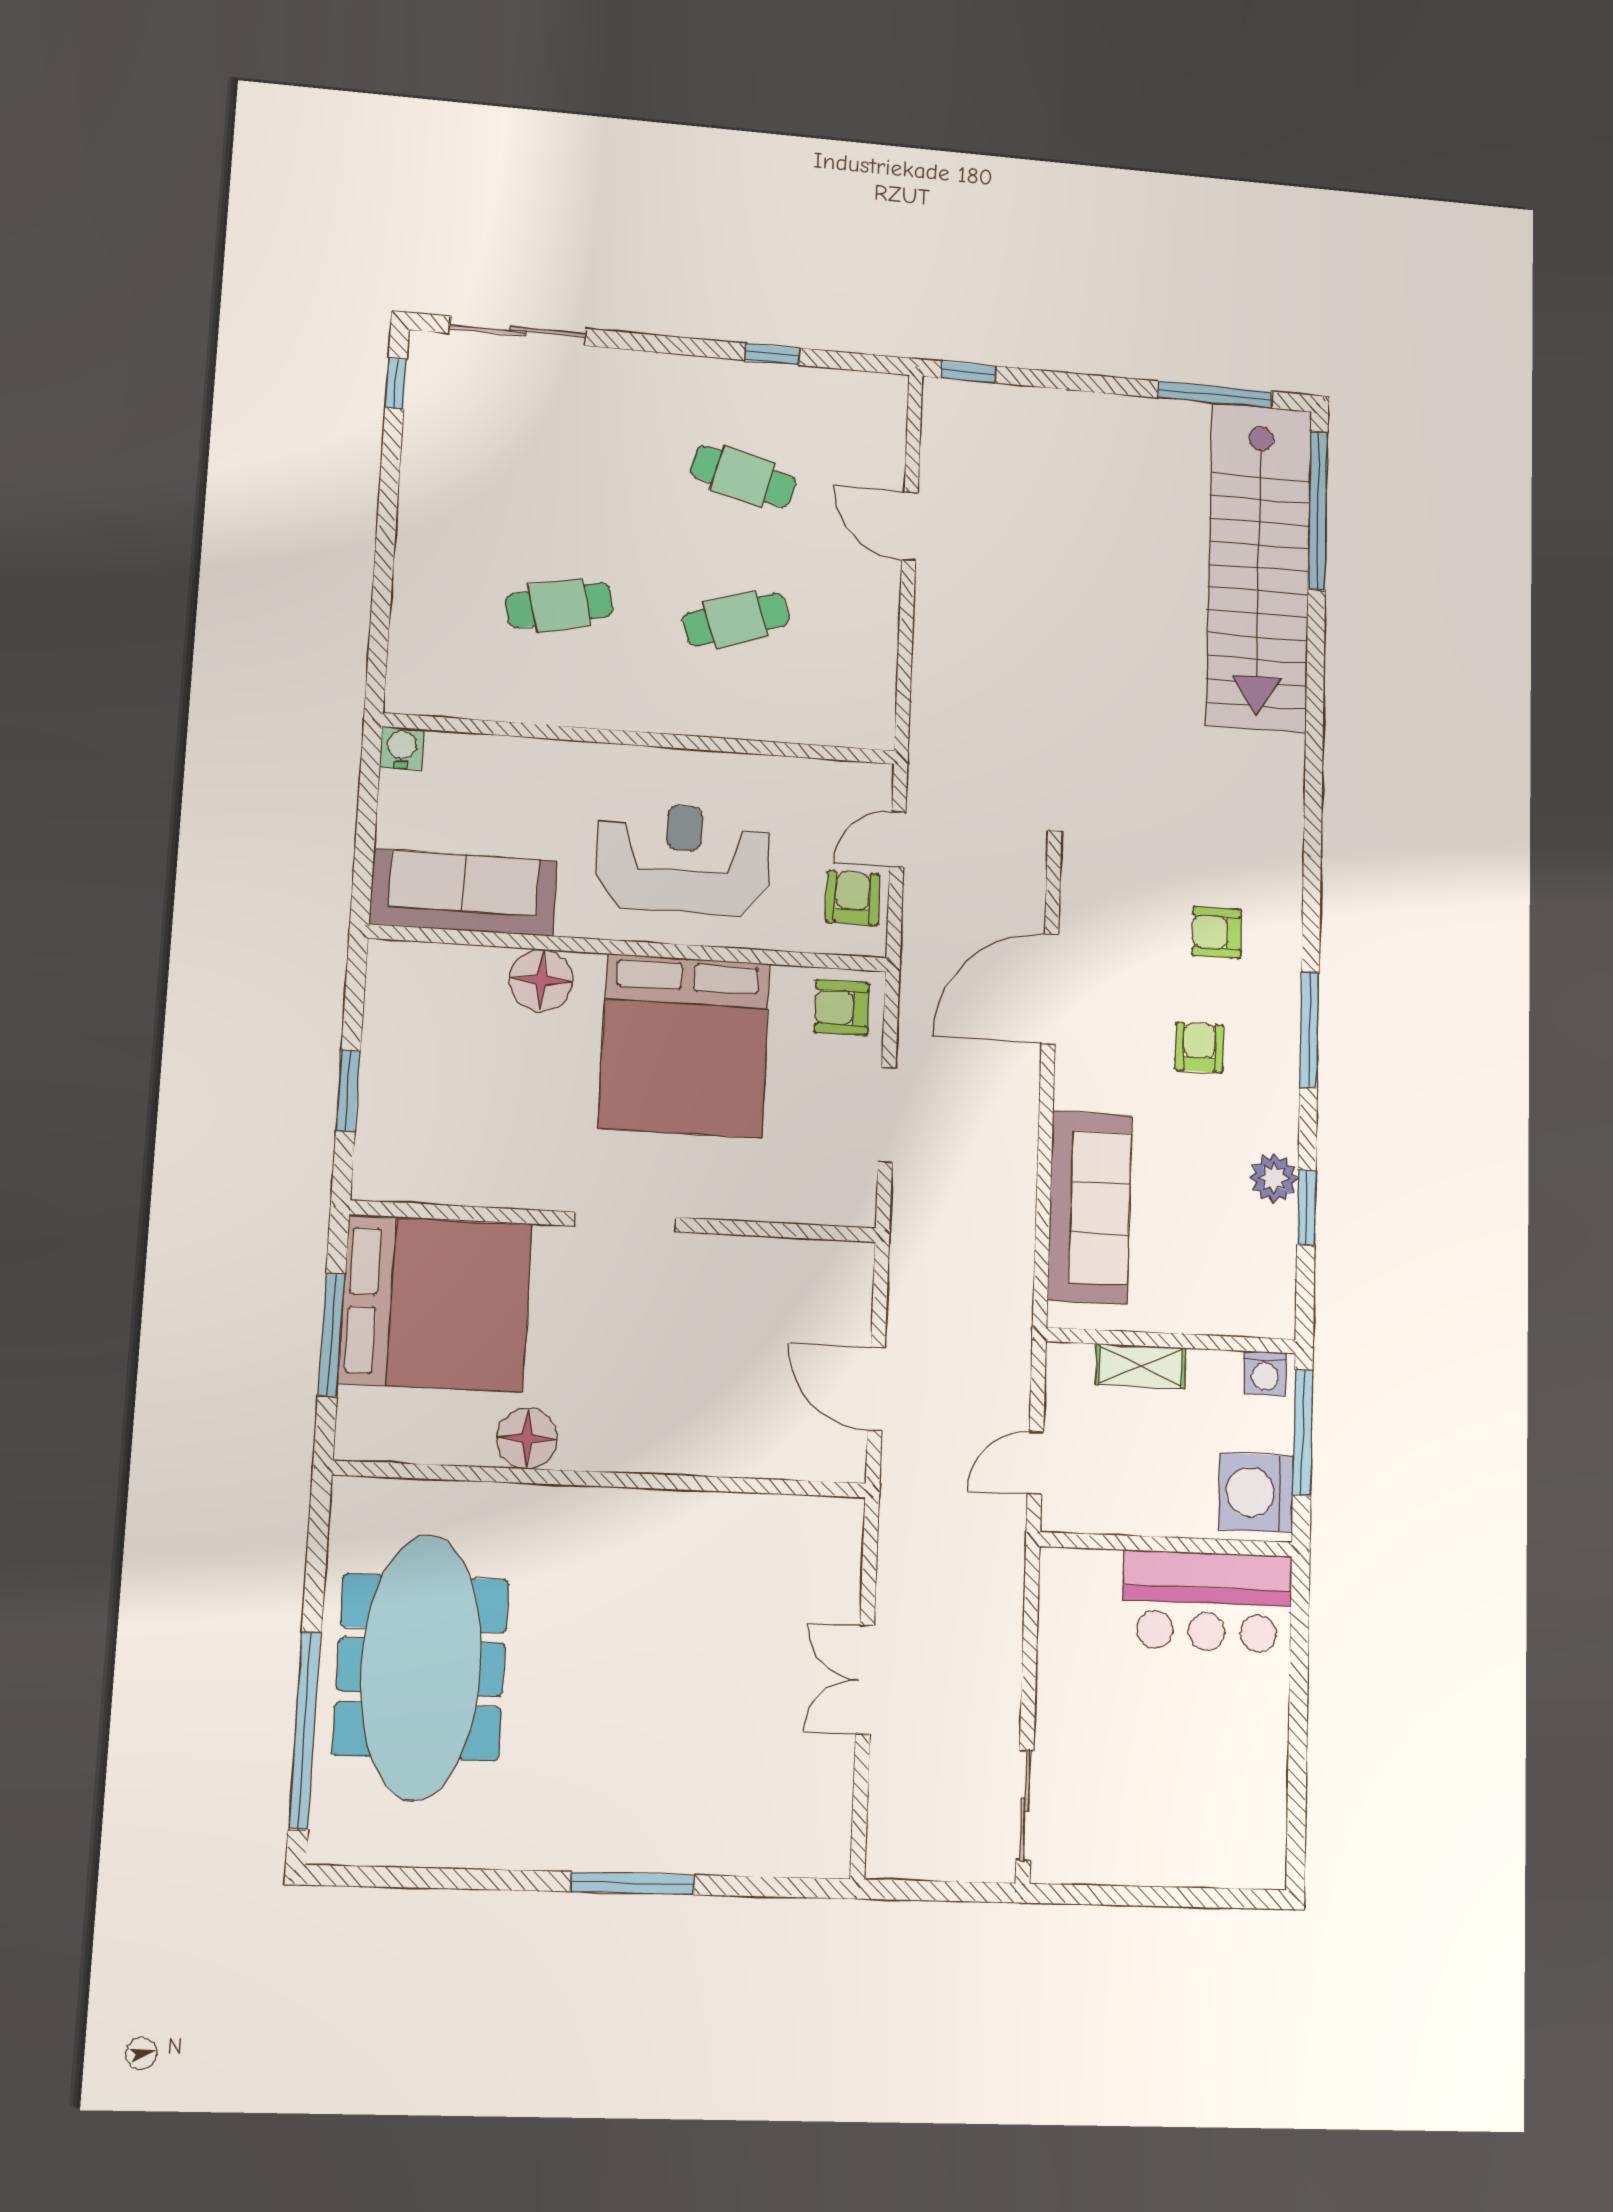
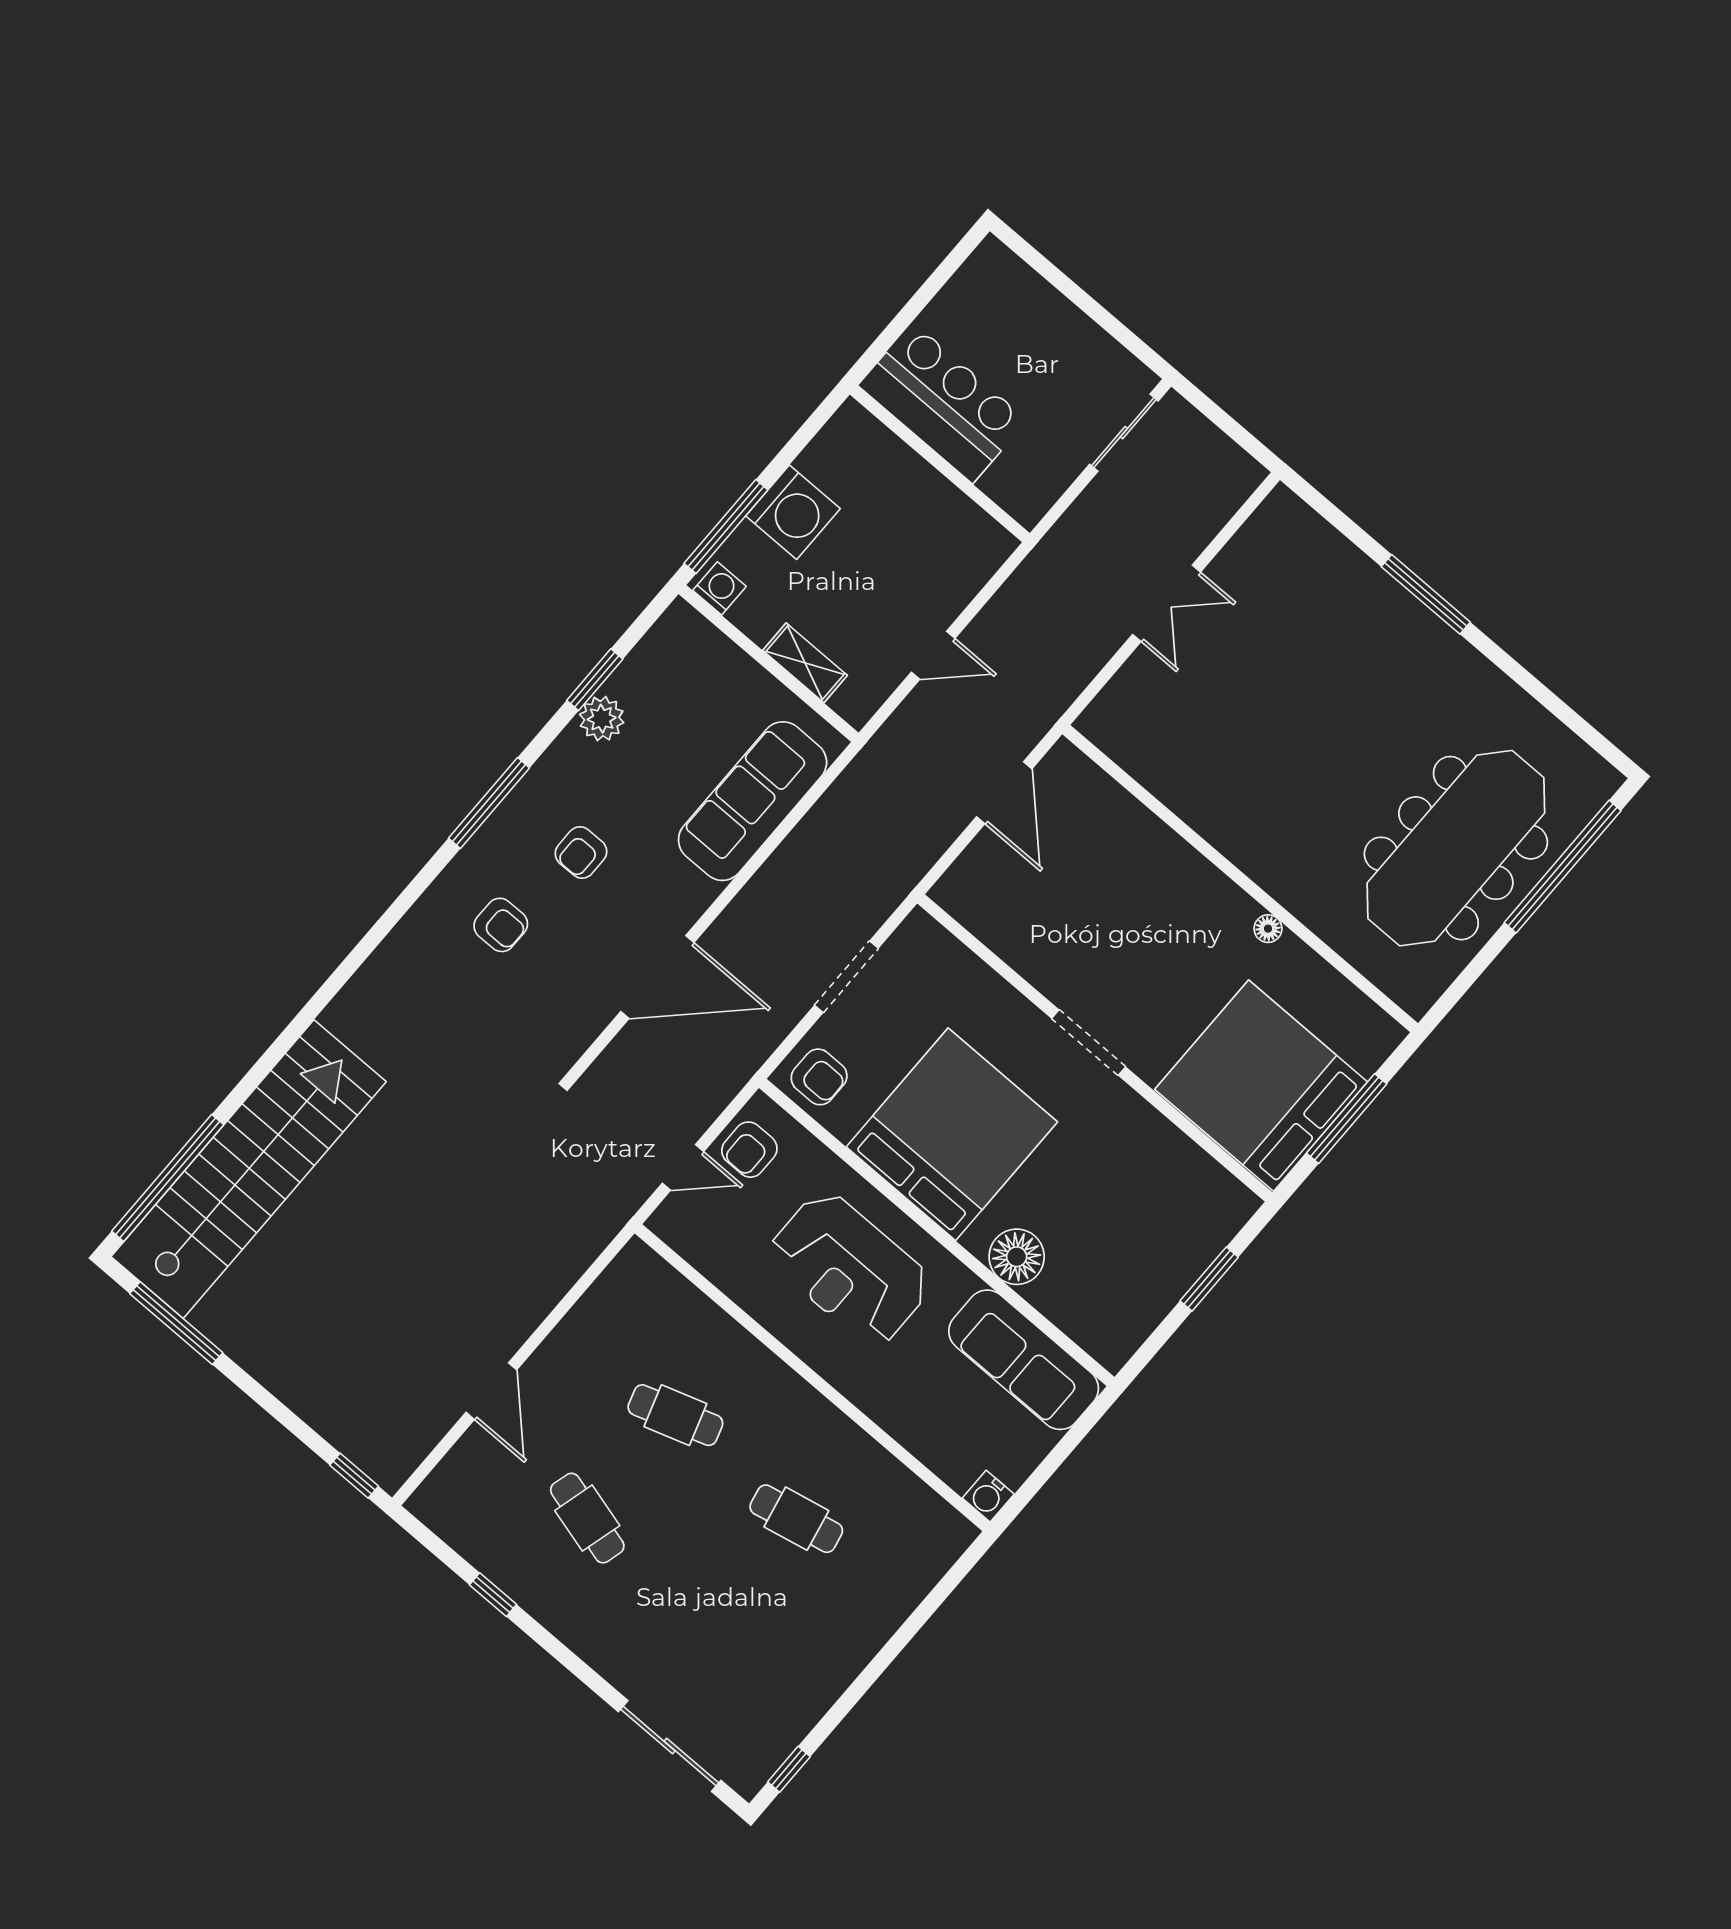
floor lamp: (527, 1438) -> (1268, 929), width x0.53, depth x0.53
wall: (1167, 1544) -> (940, 464), moved
bar counter: (1207, 1601) -> (943, 403), moved

